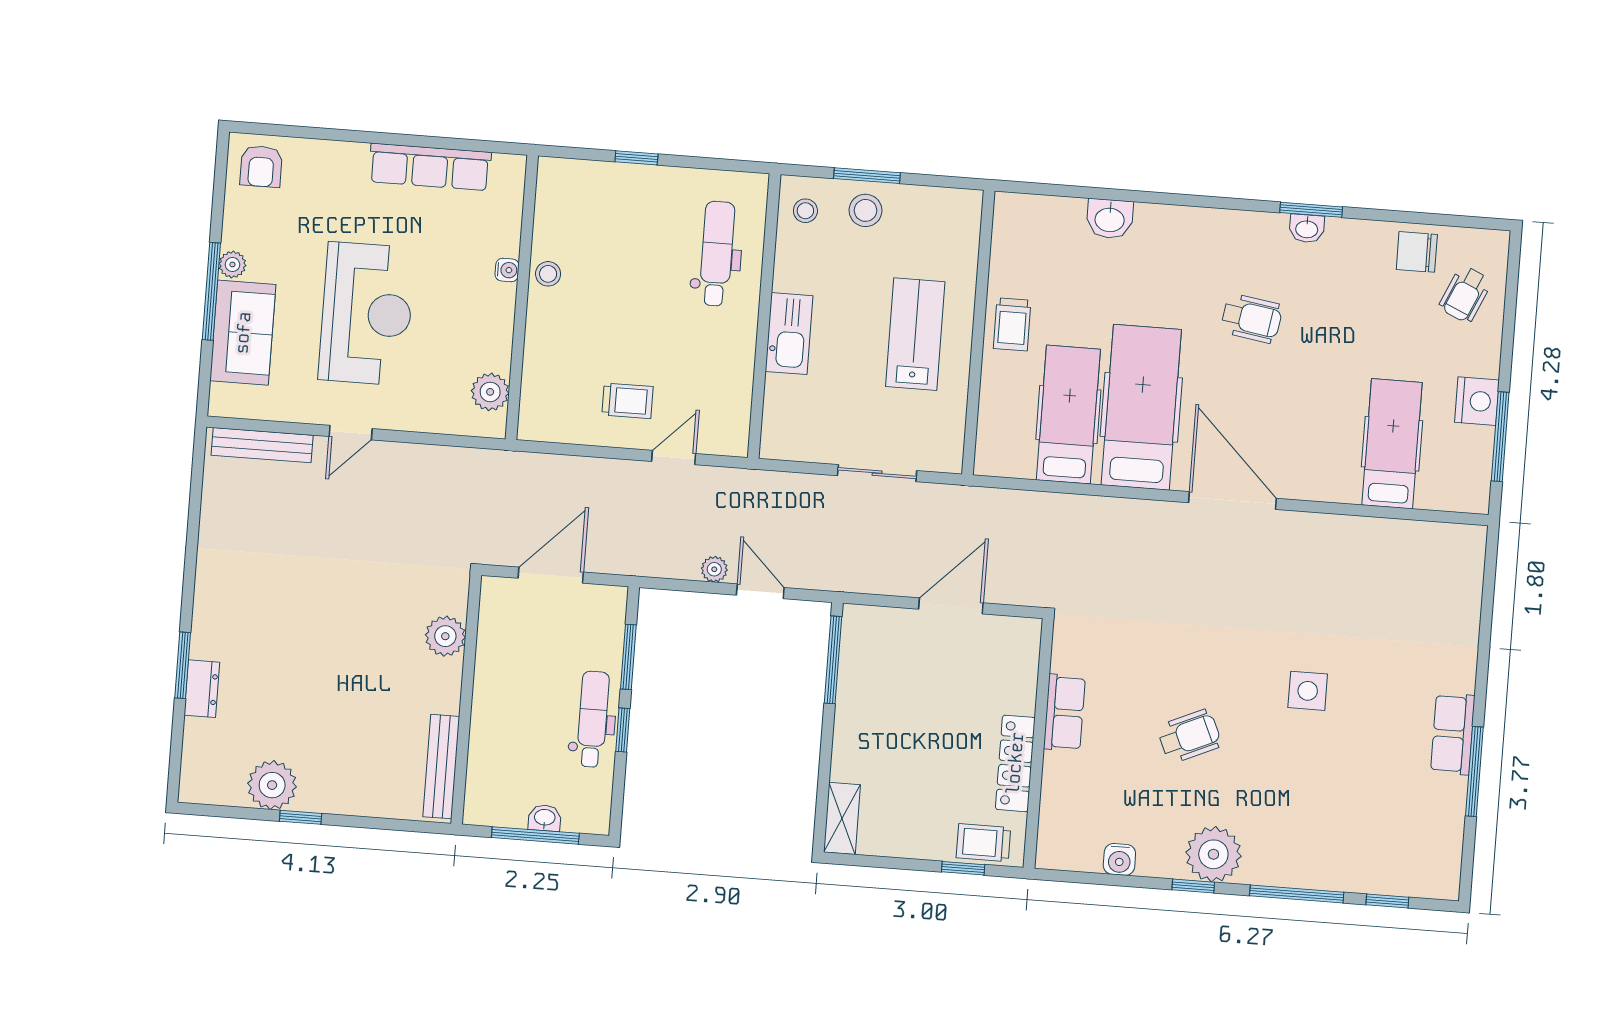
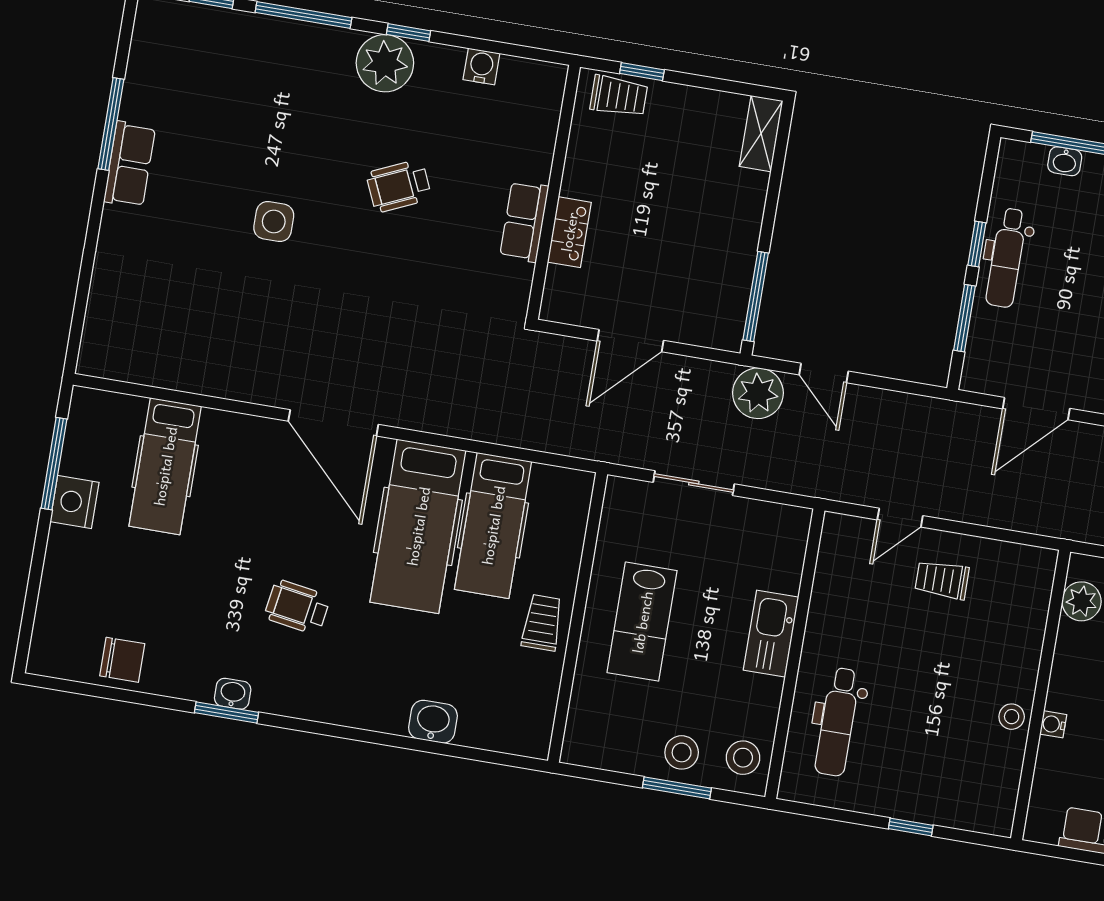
stool: (805, 211) -> (743, 758), width x1.37, depth x1.37
wheelchair: (1465, 294) -> (77, 612), removed
plant: (714, 569) -> (758, 393), moved, width x1.87, depth x1.87
locker: (1015, 763) -> (569, 232), moved, width x0.66

